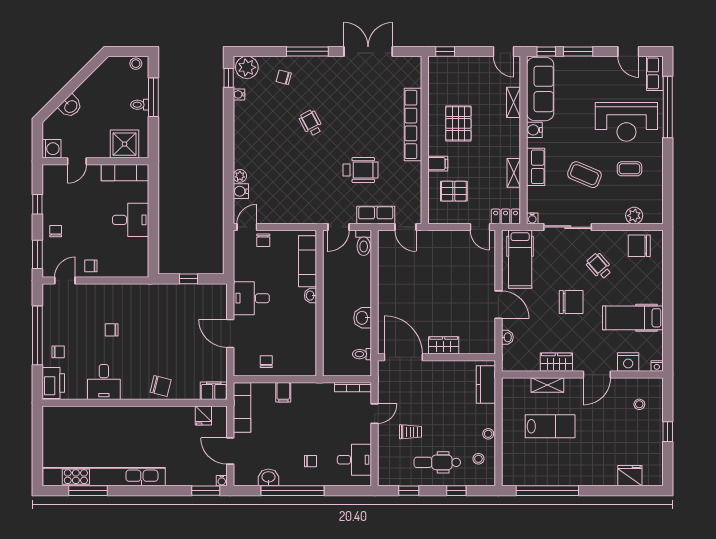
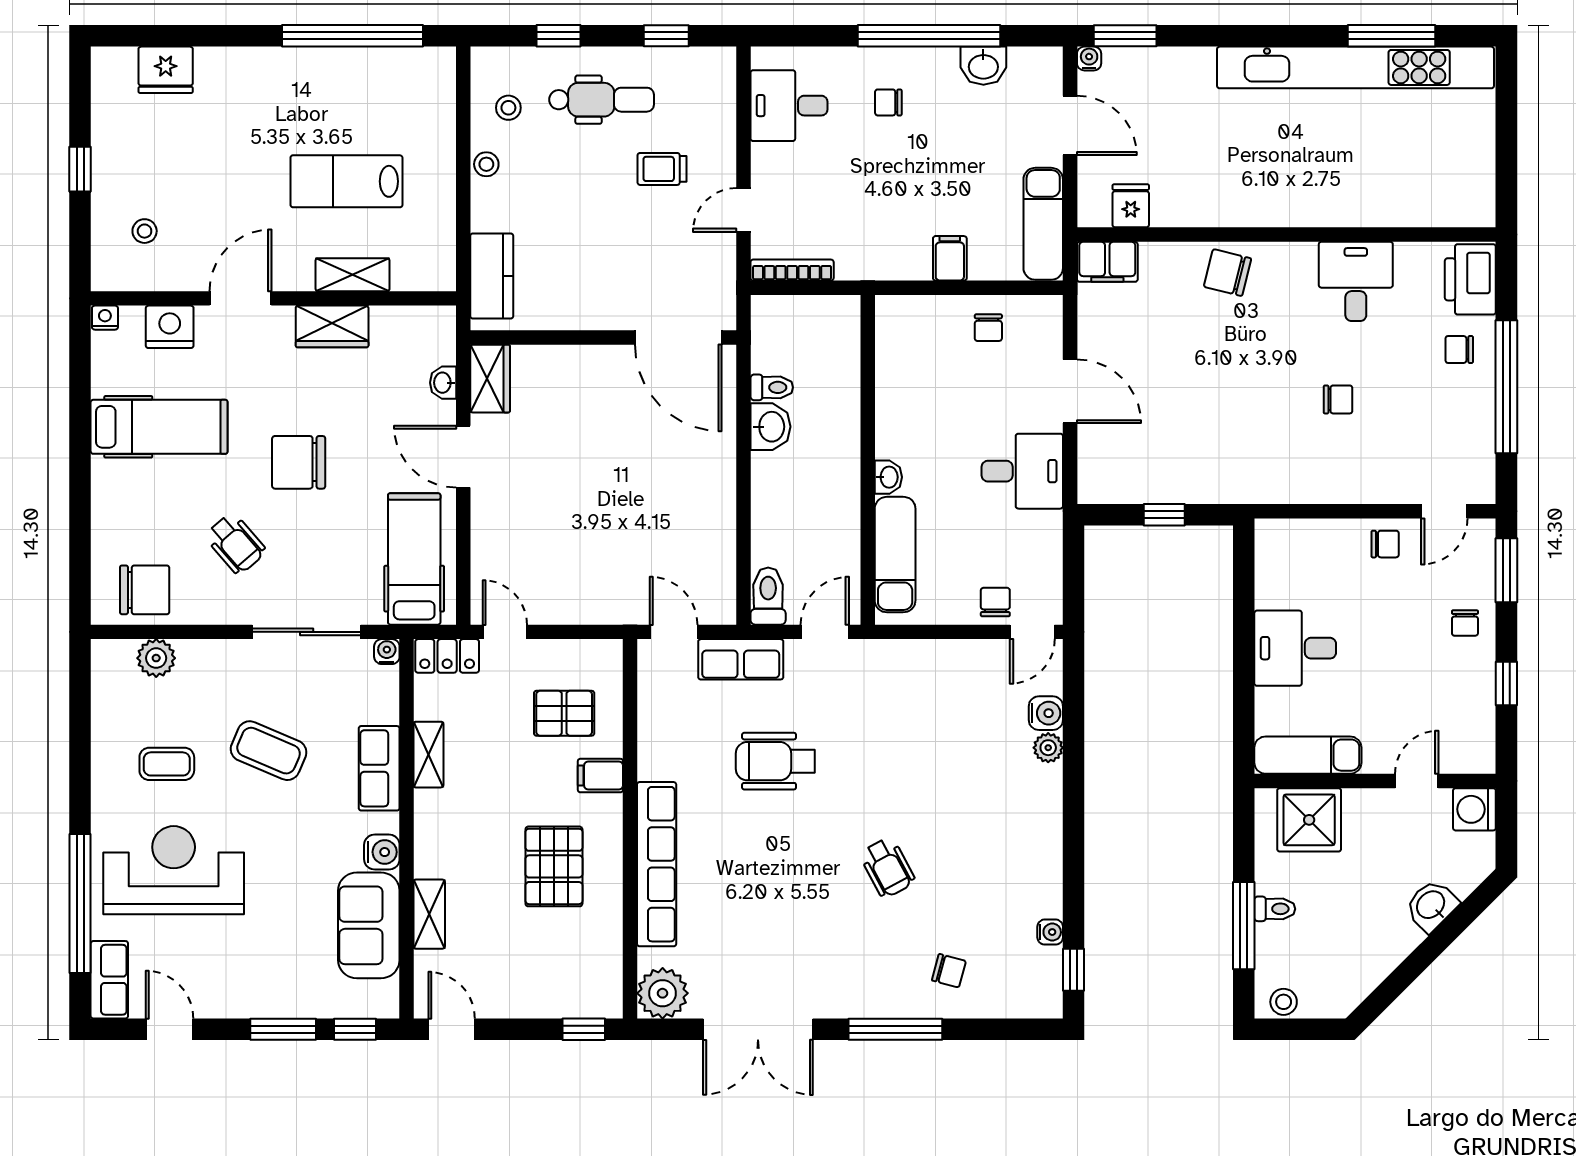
plant: (247, 67) -> (663, 993), moved
sofa: (540, 89) -> (369, 925), width x0.73
wardrobe: (444, 345) -> (490, 379), moved, turned -90
toilet: (362, 354) -> (772, 387), moved

